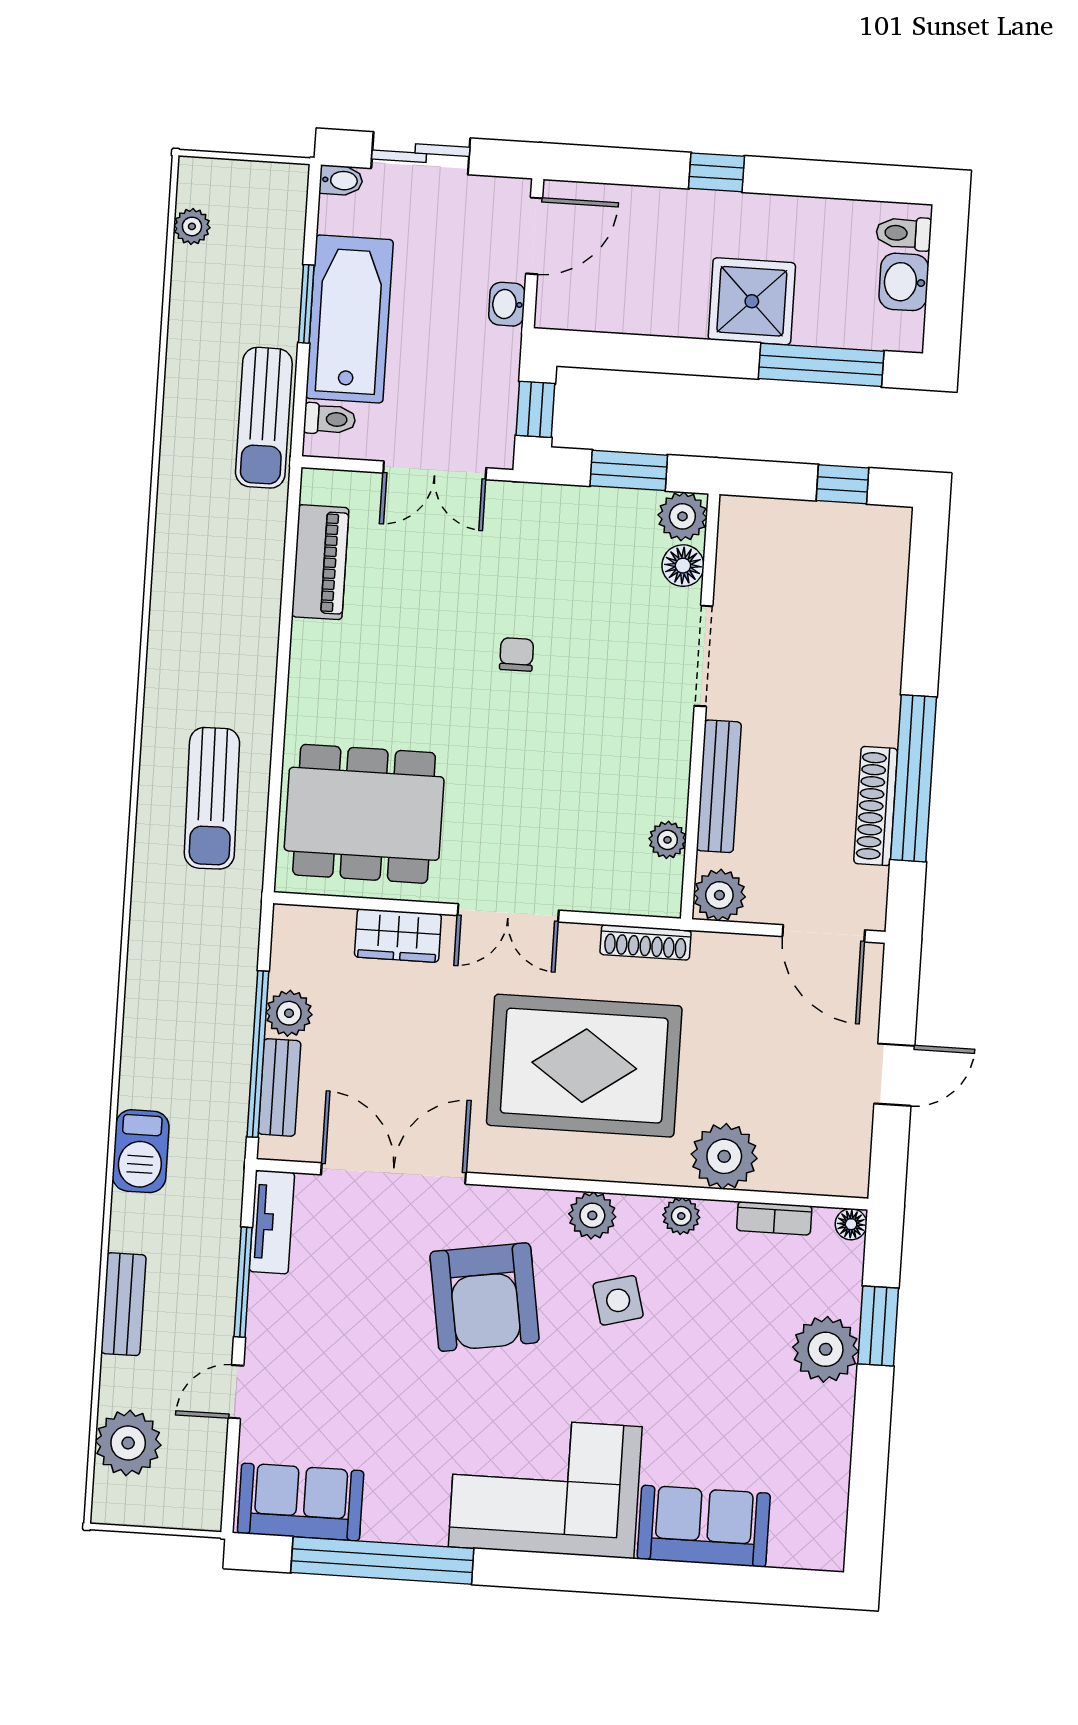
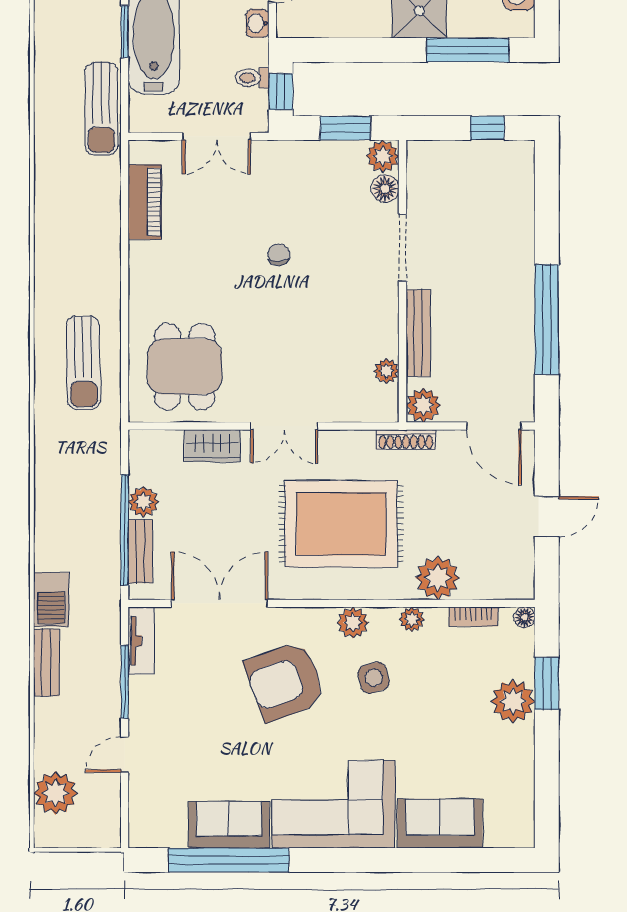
toilet: (330, 419) -> (252, 78), moved, turned 180
shoe rack: (876, 806) -> (523, 340), removed
dining table: (364, 814) -> (185, 367), width x0.73
shoe rack: (645, 942) -> (406, 440), moved
armchair: (485, 1297) -> (285, 681), turned 79
bench: (123, 1304) -> (46, 663), moved
sofa: (301, 1502) -> (229, 825), moved

